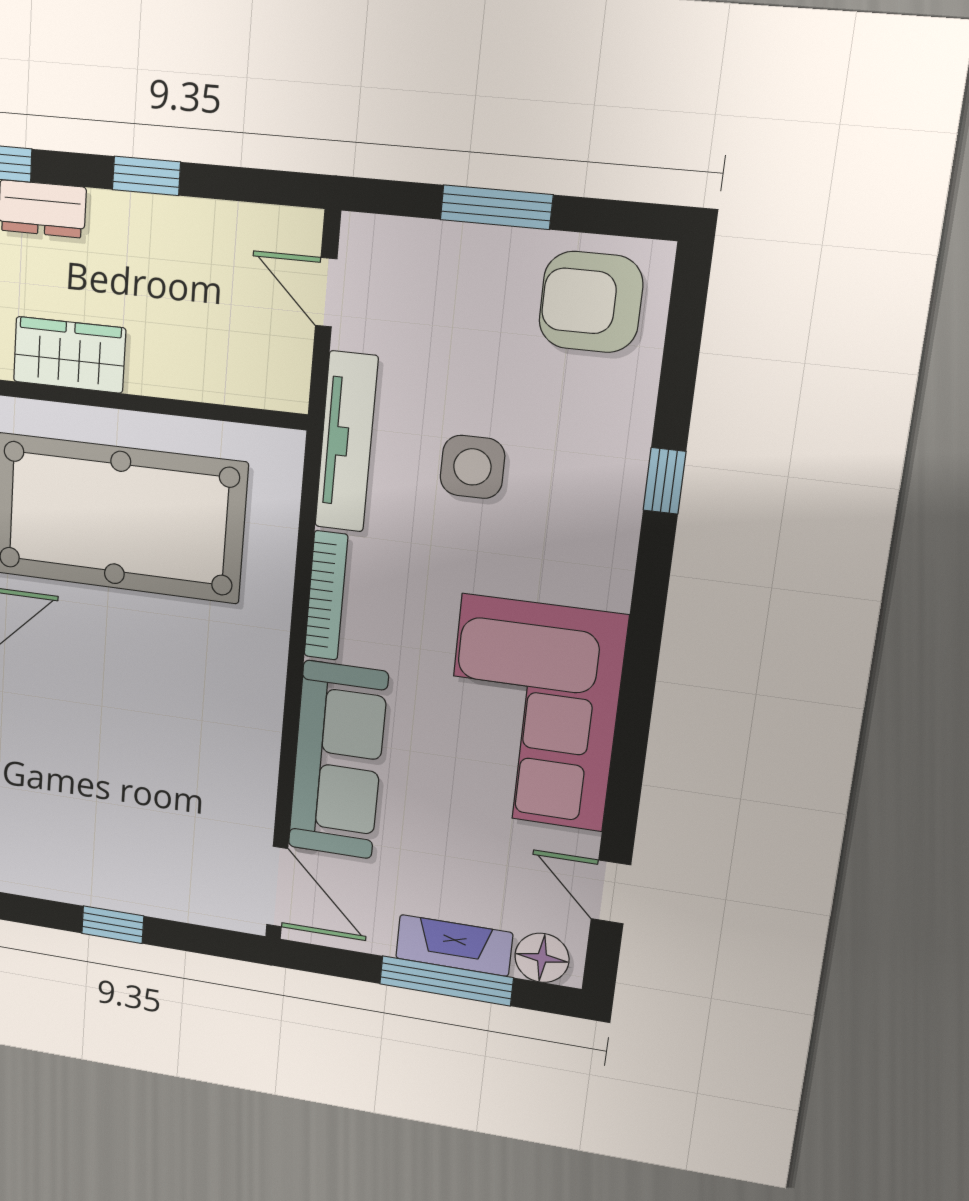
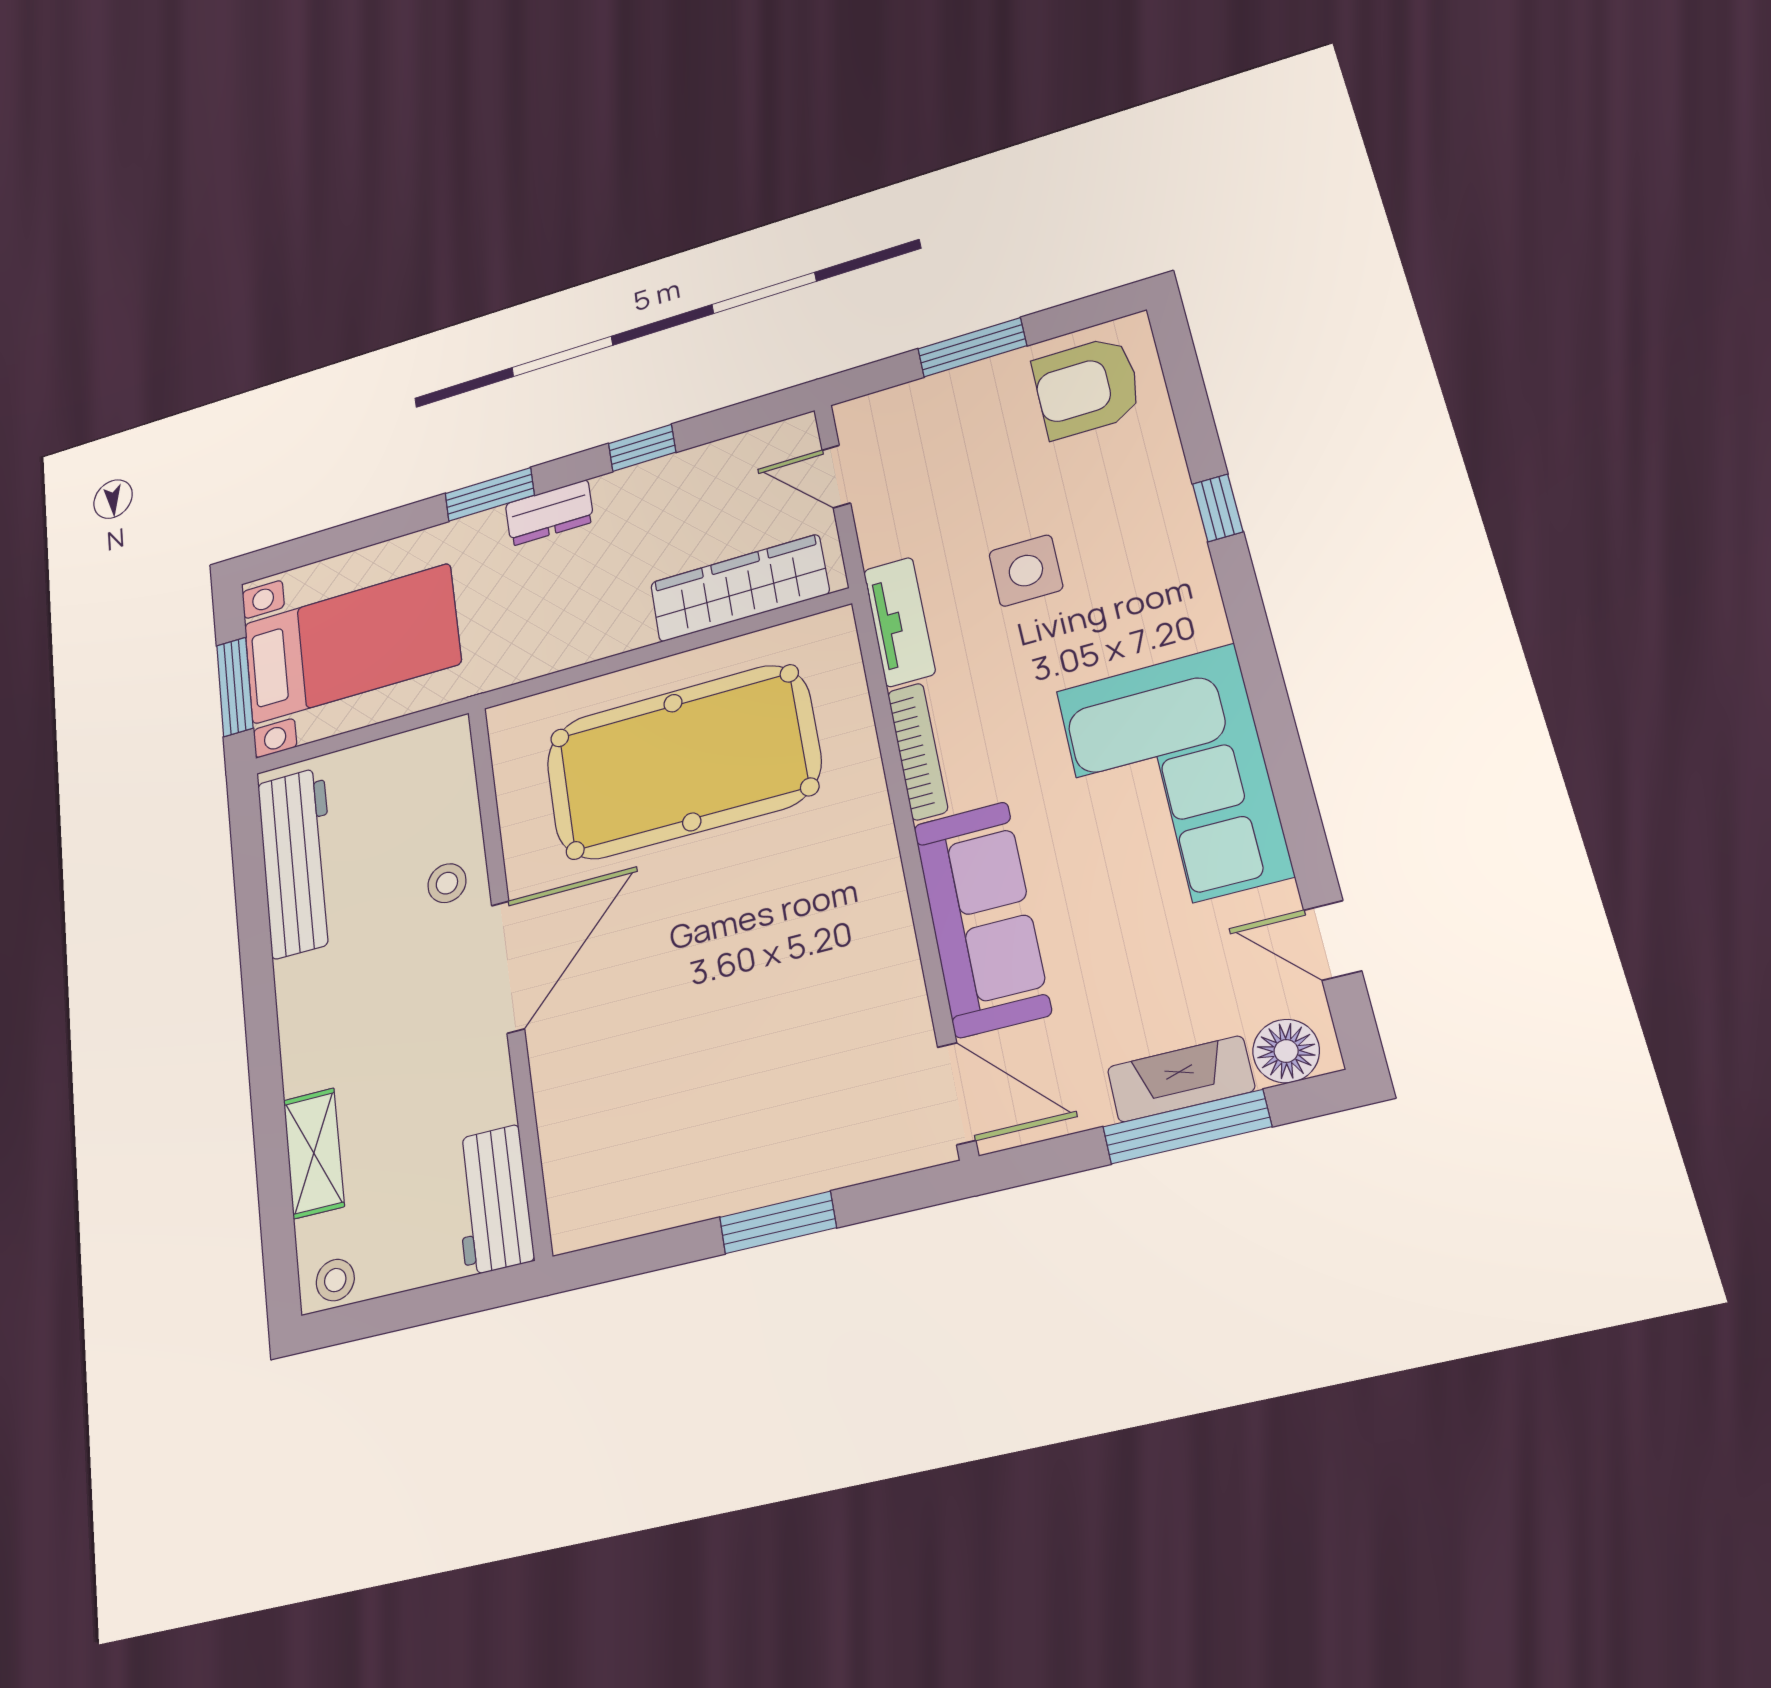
wardrobe: (69, 355) -> (739, 588), moved, width x1.50
tv unit: (346, 442) -> (899, 622), width x0.71
window: (113, 925) -> (778, 1222), width x1.50

